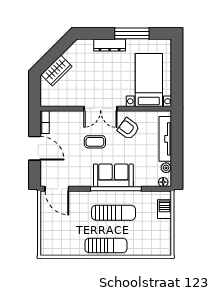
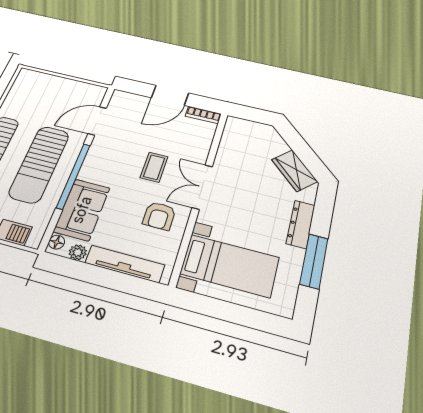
wardrobe: (57, 70) -> (295, 170), moved
armchair: (128, 129) -> (159, 216), turned 144
sofa: (113, 175) -> (82, 210), moved
door: (57, 189) -> (97, 121), moved
sun lounger: (114, 213) -> (39, 164), width x1.36, depth x1.34

